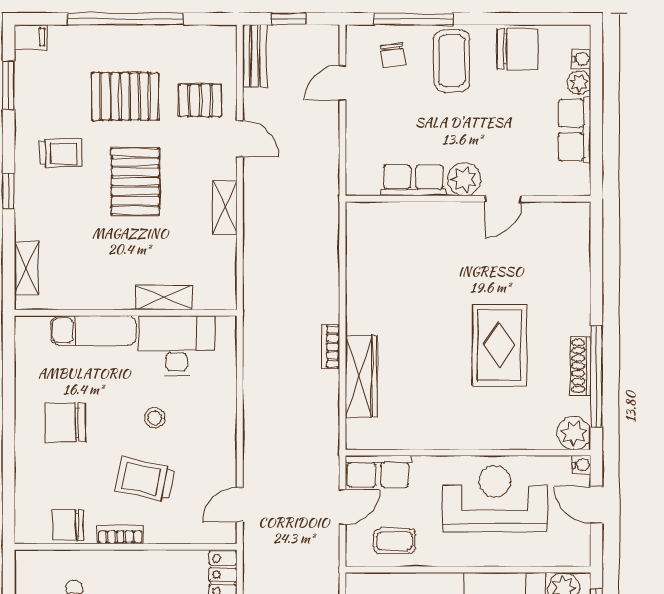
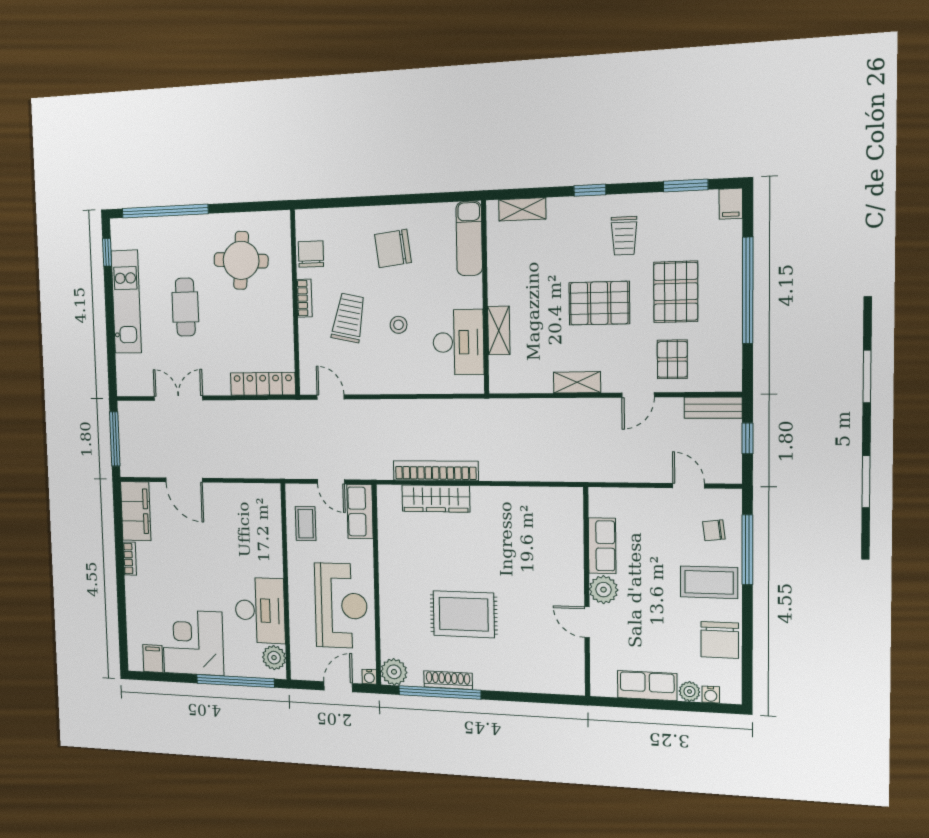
exam couch: (94, 331) -> (469, 238), moved
bookcase: (331, 347) -> (436, 471), width x2.31, depth x1.31
chair: (65, 422) -> (393, 249), turned -97

